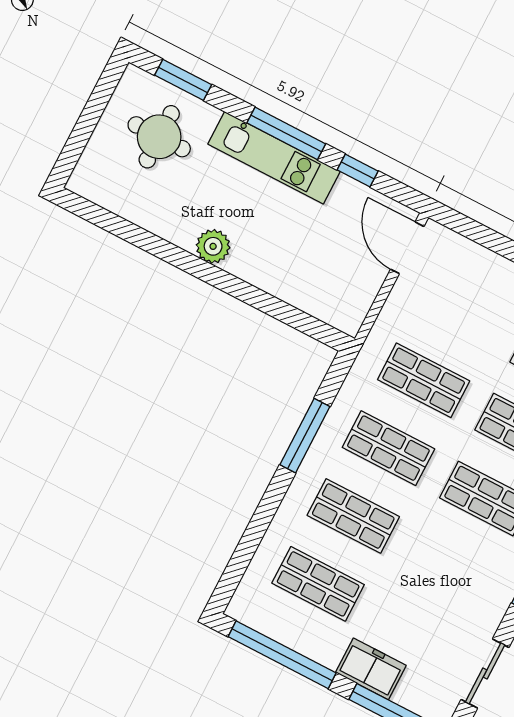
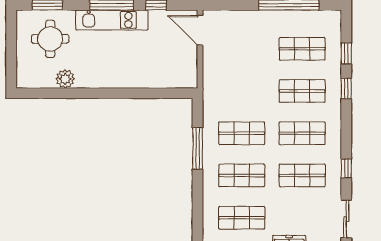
plant: (213, 246) -> (65, 79), moved
shop shelf: (424, 380) -> (302, 175), moved

